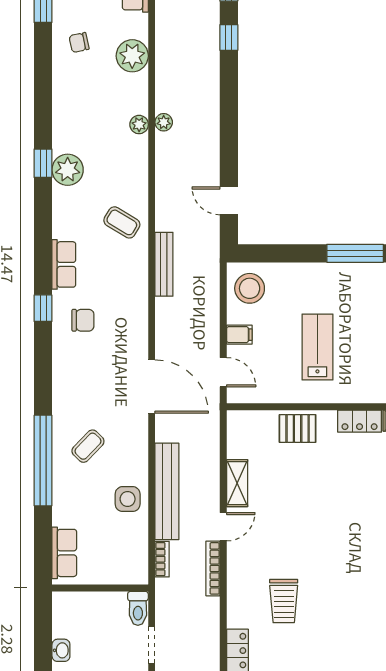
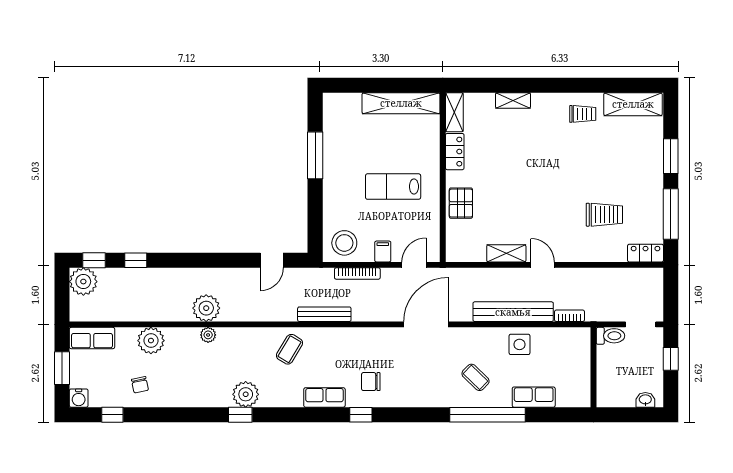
plant: (164, 122) -> (206, 308), width x1.88, depth x1.88
chair: (83, 320) -> (371, 382), turned -90
row of seats: (64, 553) -> (534, 397), moved
bookcase: (213, 568) -> (357, 273), moved

